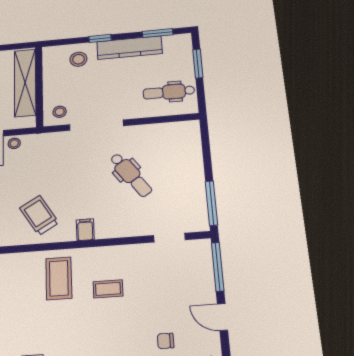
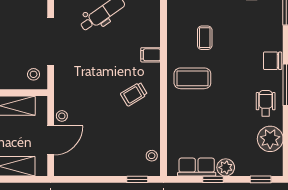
trolley: (39, 215) -> (134, 94), width x0.73, depth x0.72

